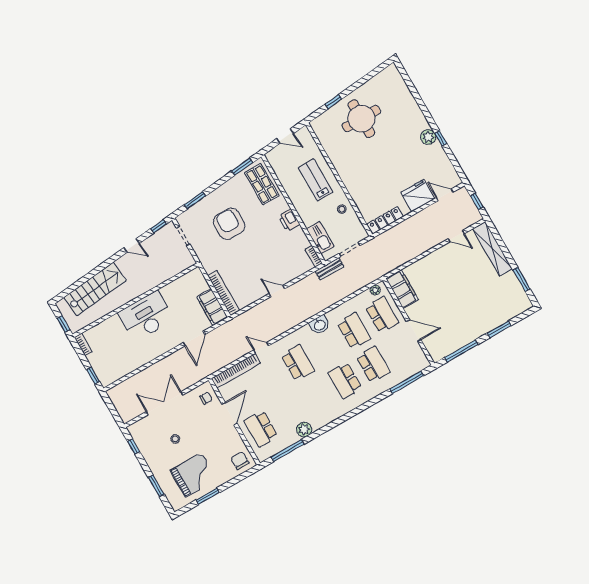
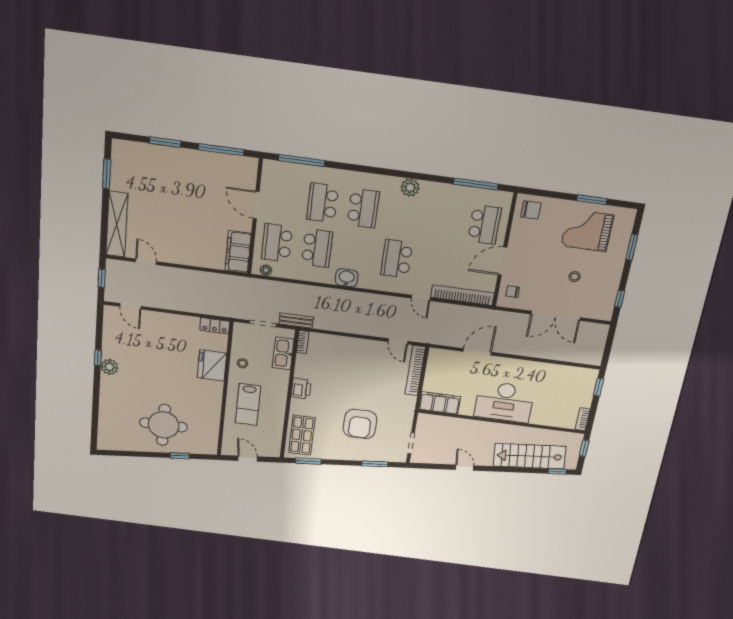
fridge: (418, 196) -> (212, 365), moved, turned 90
locker: (385, 220) -> (215, 326), width x0.66
window: (158, 226) -> (557, 471), moved
door: (277, 291) -> (398, 341), moved
filing cabinet: (212, 307) -> (440, 403), moved, turned -90
school desk: (354, 331) -> (317, 248), turned 180
plant: (304, 429) -> (410, 188), moved
chair: (240, 461) -> (531, 210), turned -90

